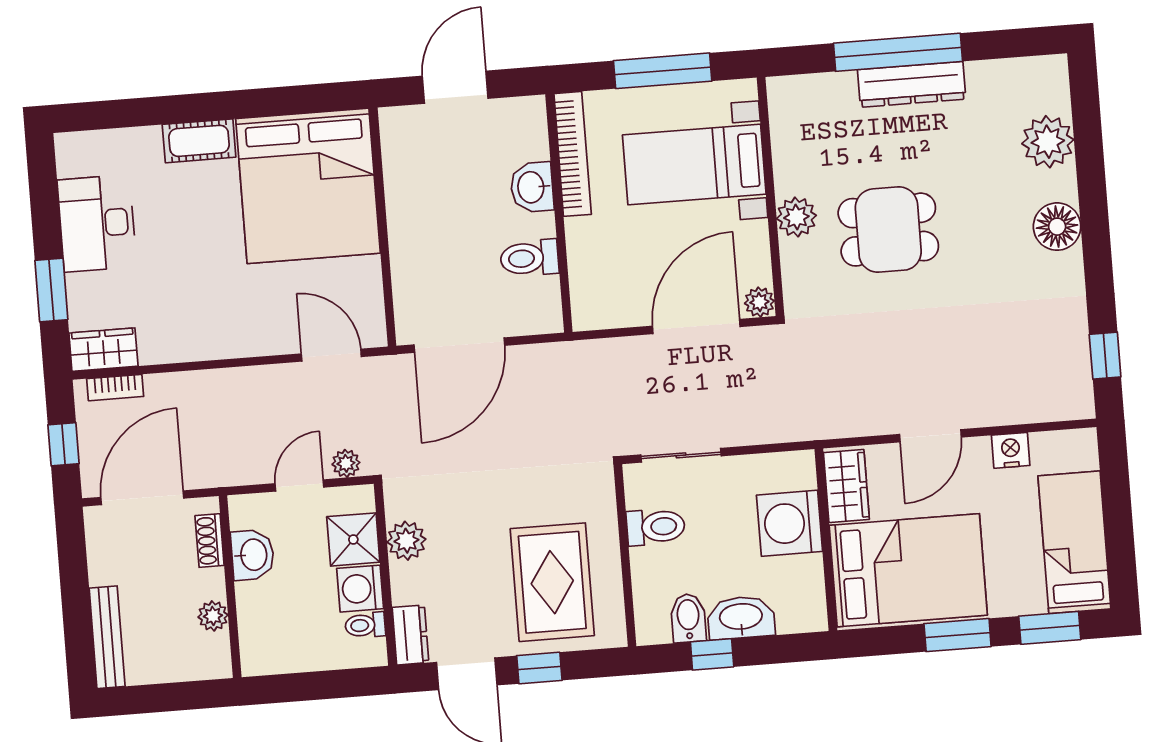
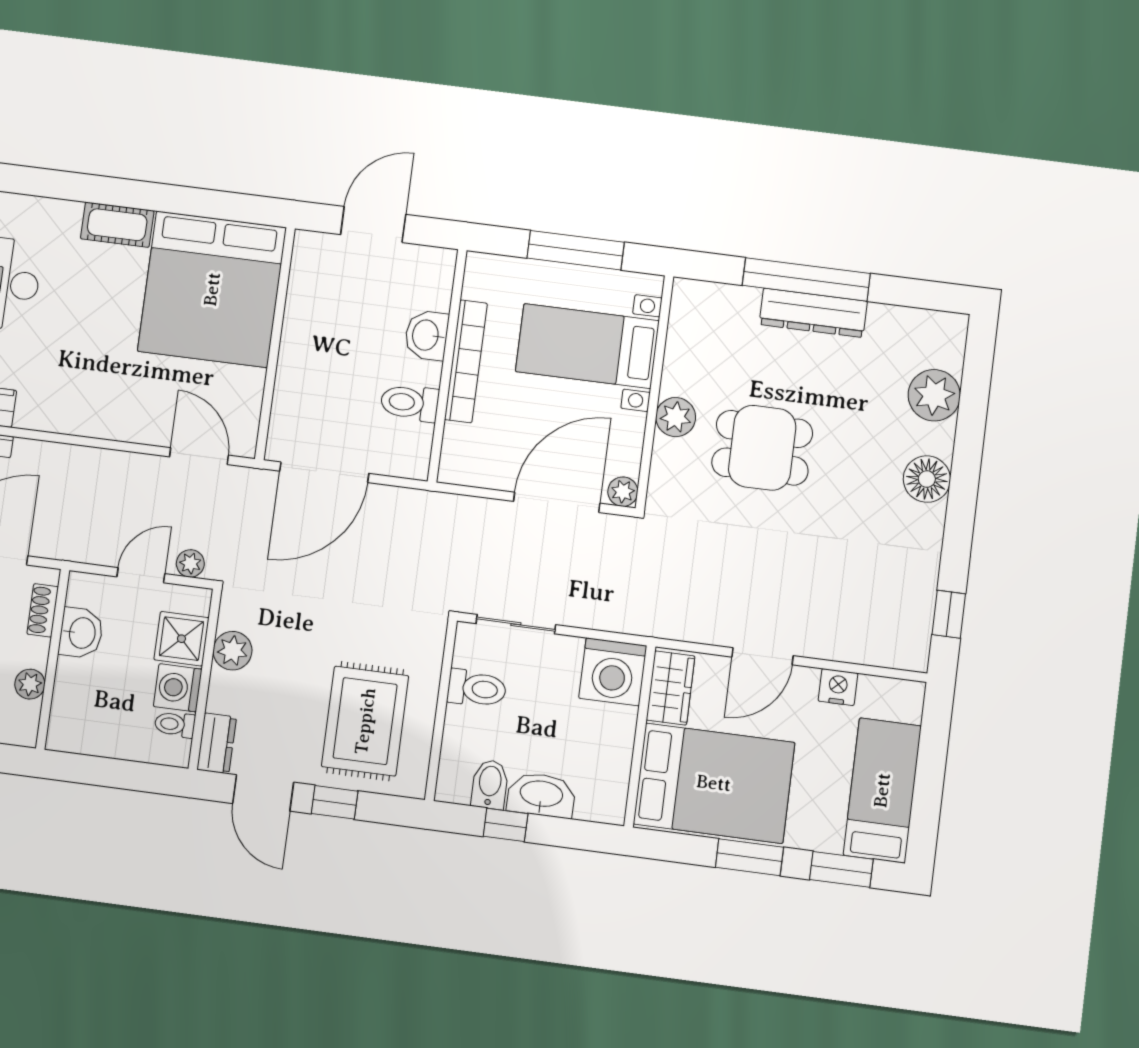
bookcase: (573, 154) -> (466, 361), moved
washing machine: (790, 523) -> (613, 672), moved, turned -90

